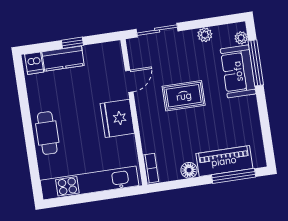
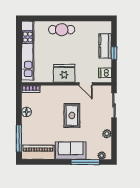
dishwasher: (34, 63) -> (105, 73), moved
sofa: (238, 71) -> (71, 151), moved
piano: (224, 161) -> (38, 152), moved, turned -90

